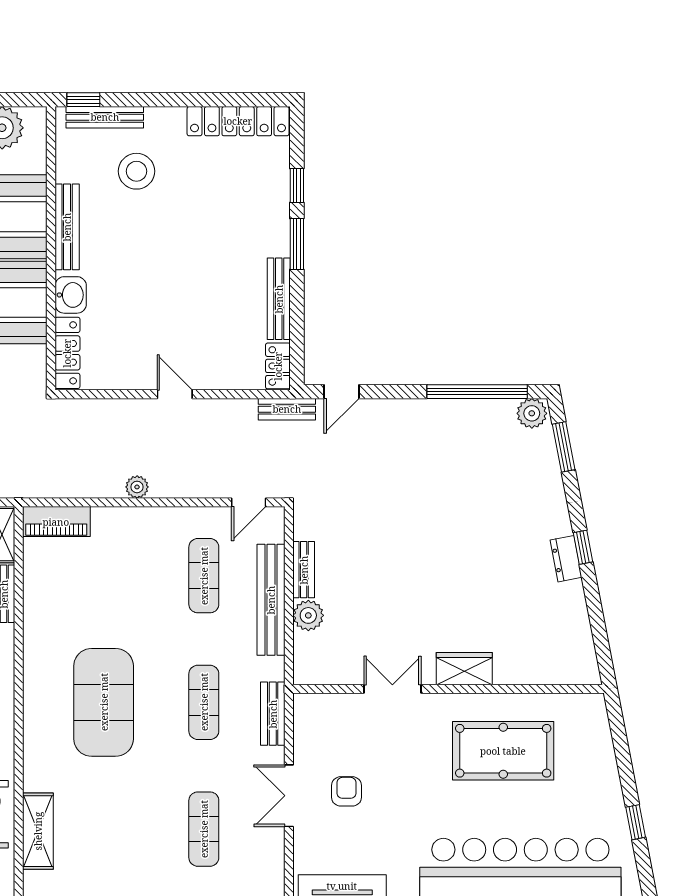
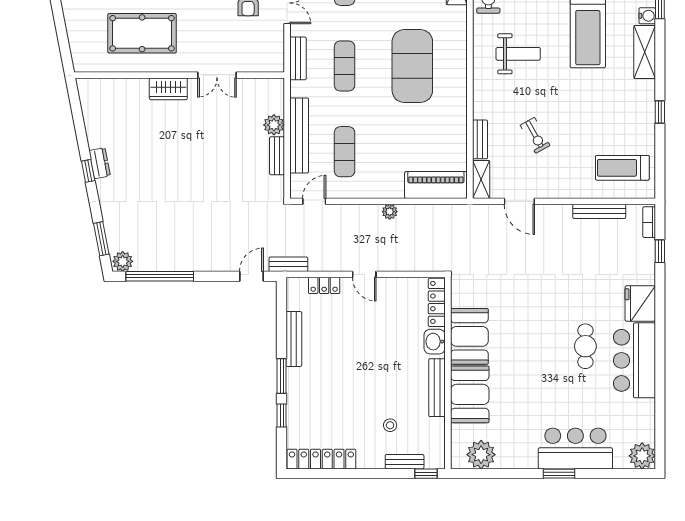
bench: (105, 117) -> (405, 462), width x0.73
stool: (137, 171) -> (390, 425), width x0.53, depth x0.53
locker: (278, 366) -> (324, 285), moved, turned 90
piano: (56, 522) -> (436, 185), width x1.37, depth x1.33

